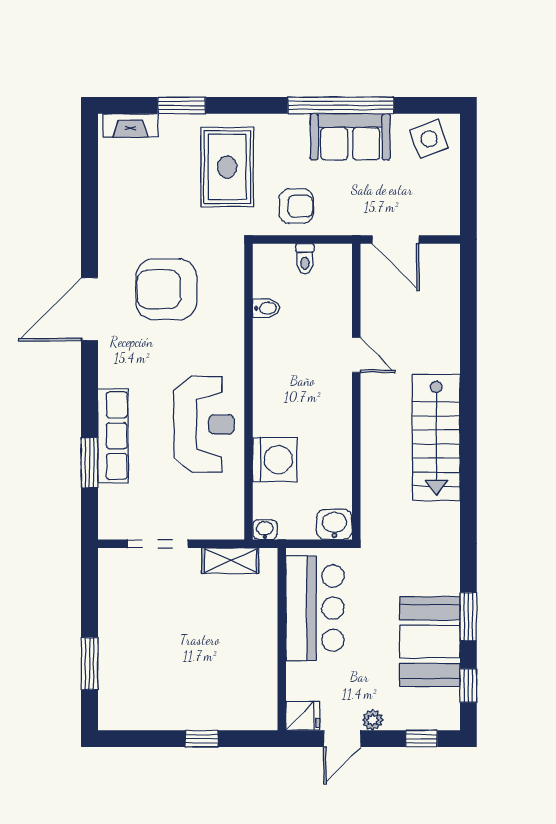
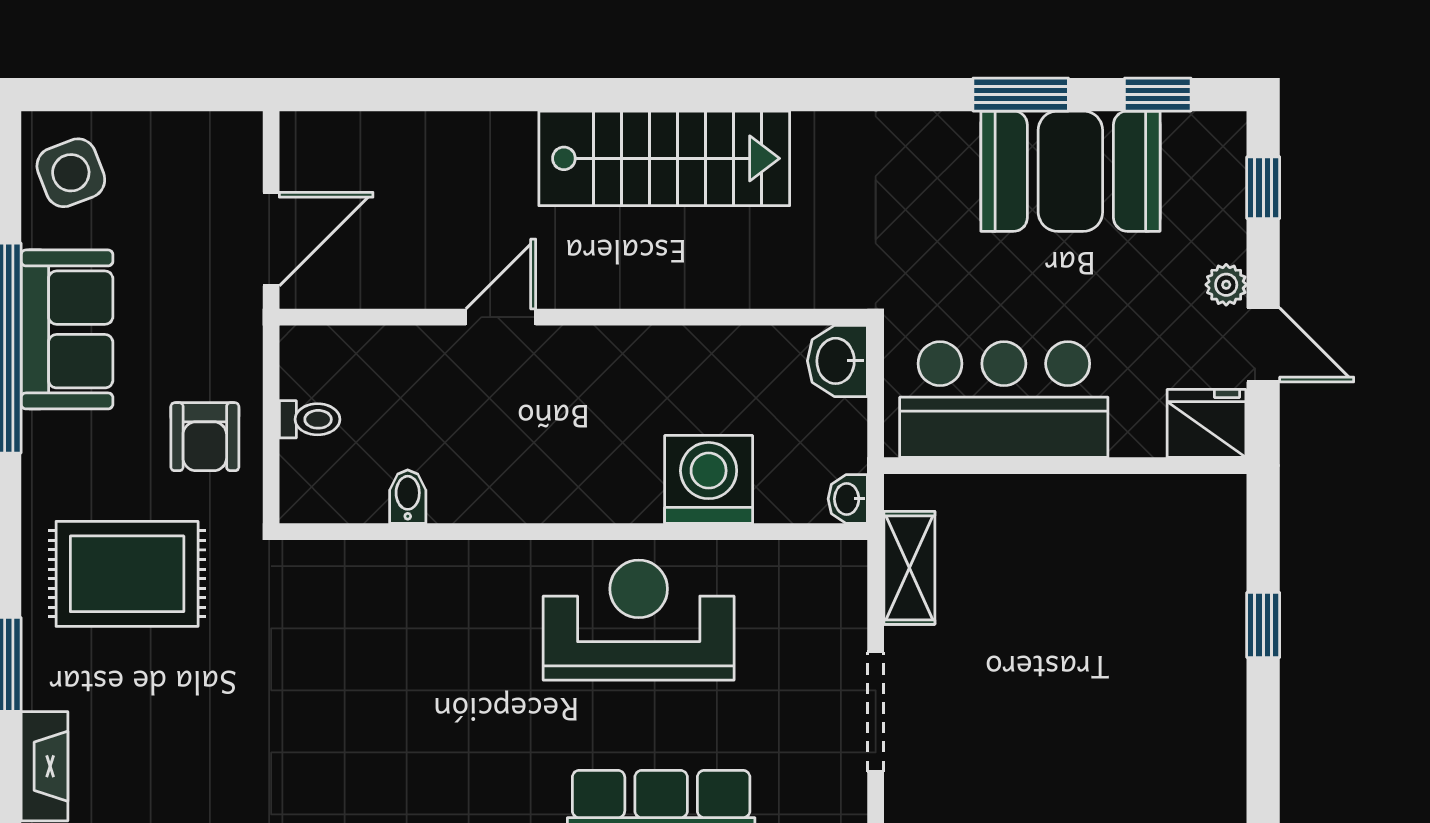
armchair: (296, 206) -> (205, 437), turned 180
armchair: (166, 289) -> (370, 695), removed
fridge: (303, 716) -> (1207, 423), width x1.38

